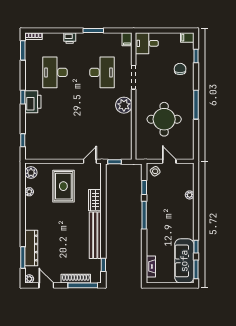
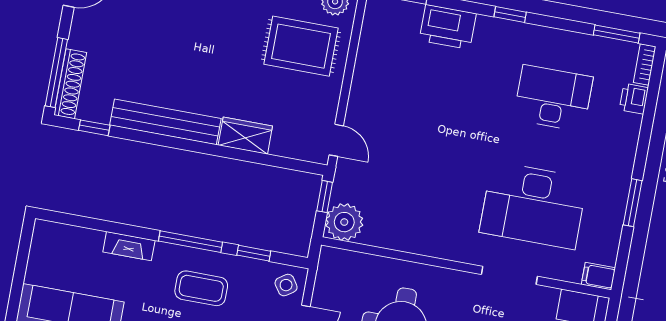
printer: (70, 38) -> (634, 99), moved
desk: (102, 72) -> (533, 205), width x1.36, depth x1.30
printer: (33, 102) -> (448, 27), moved
plant: (124, 105) -> (344, 222), moved
rug: (63, 186) -> (301, 46), moved
coffee table: (163, 207) -> (201, 288), added
fireplace: (151, 266) -> (129, 246), moved
shoe rack: (76, 279) -> (70, 84), moved

